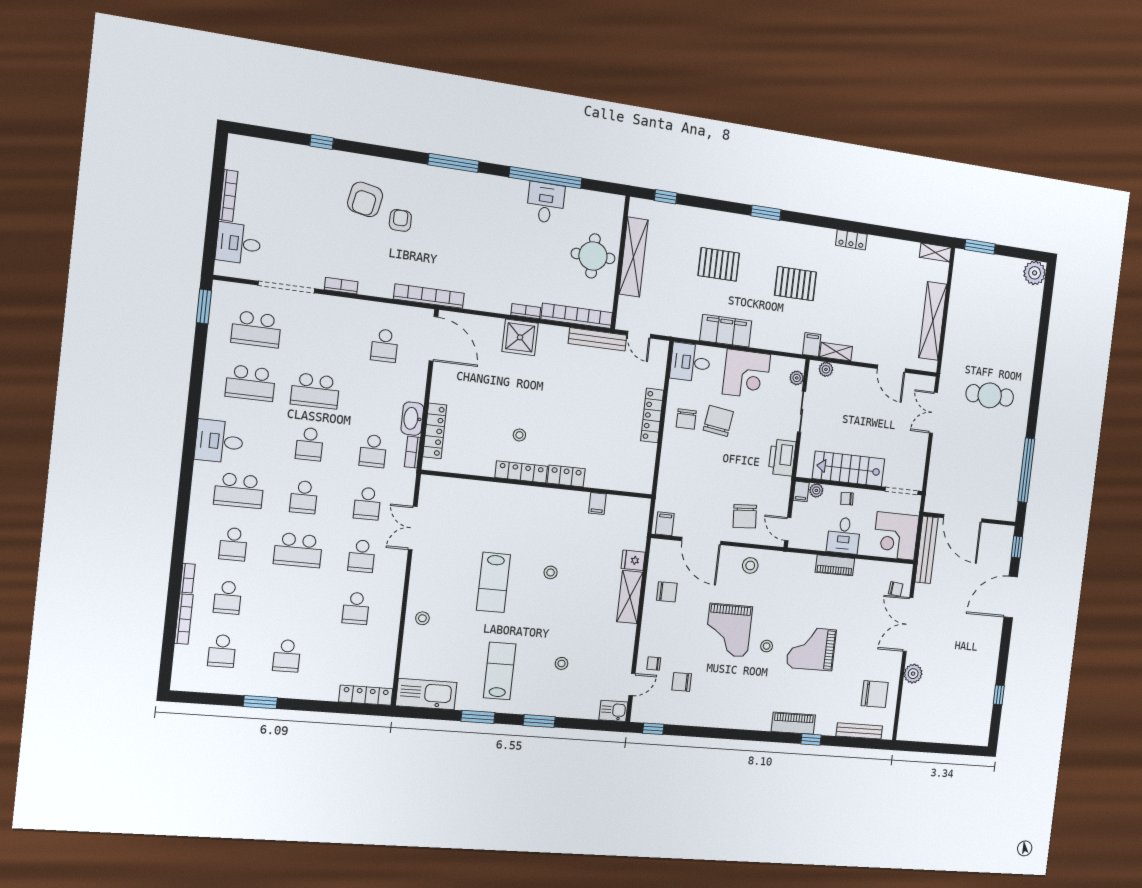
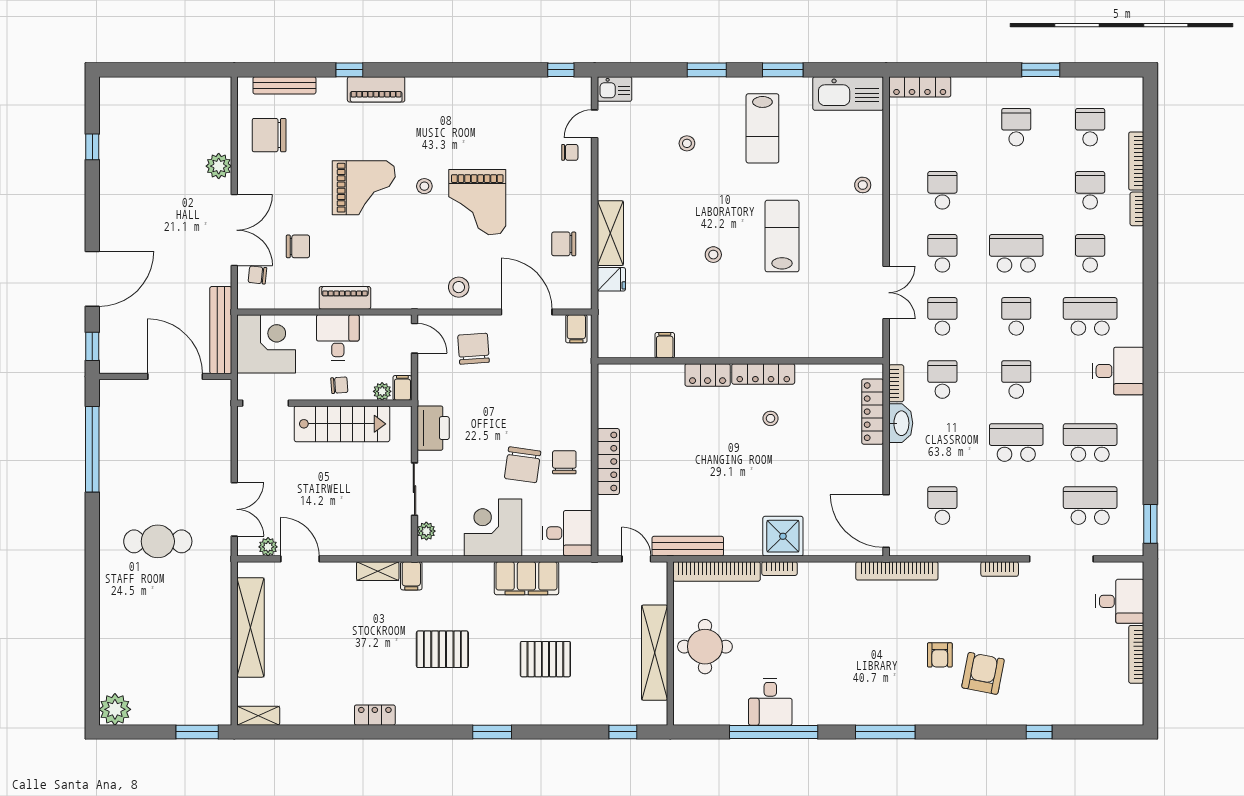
plant: (826, 369) -> (268, 547), moved
grand piano: (729, 630) -> (477, 202), turned 180
chair: (682, 682) -> (298, 246), moved

